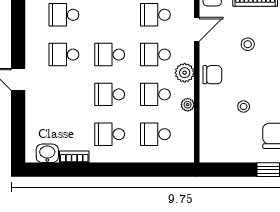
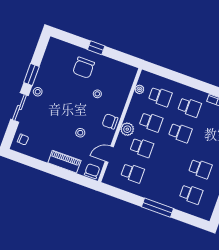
school desk: (110, 55) -> (171, 158), removed
plant: (188, 105) -> (139, 89), moved

